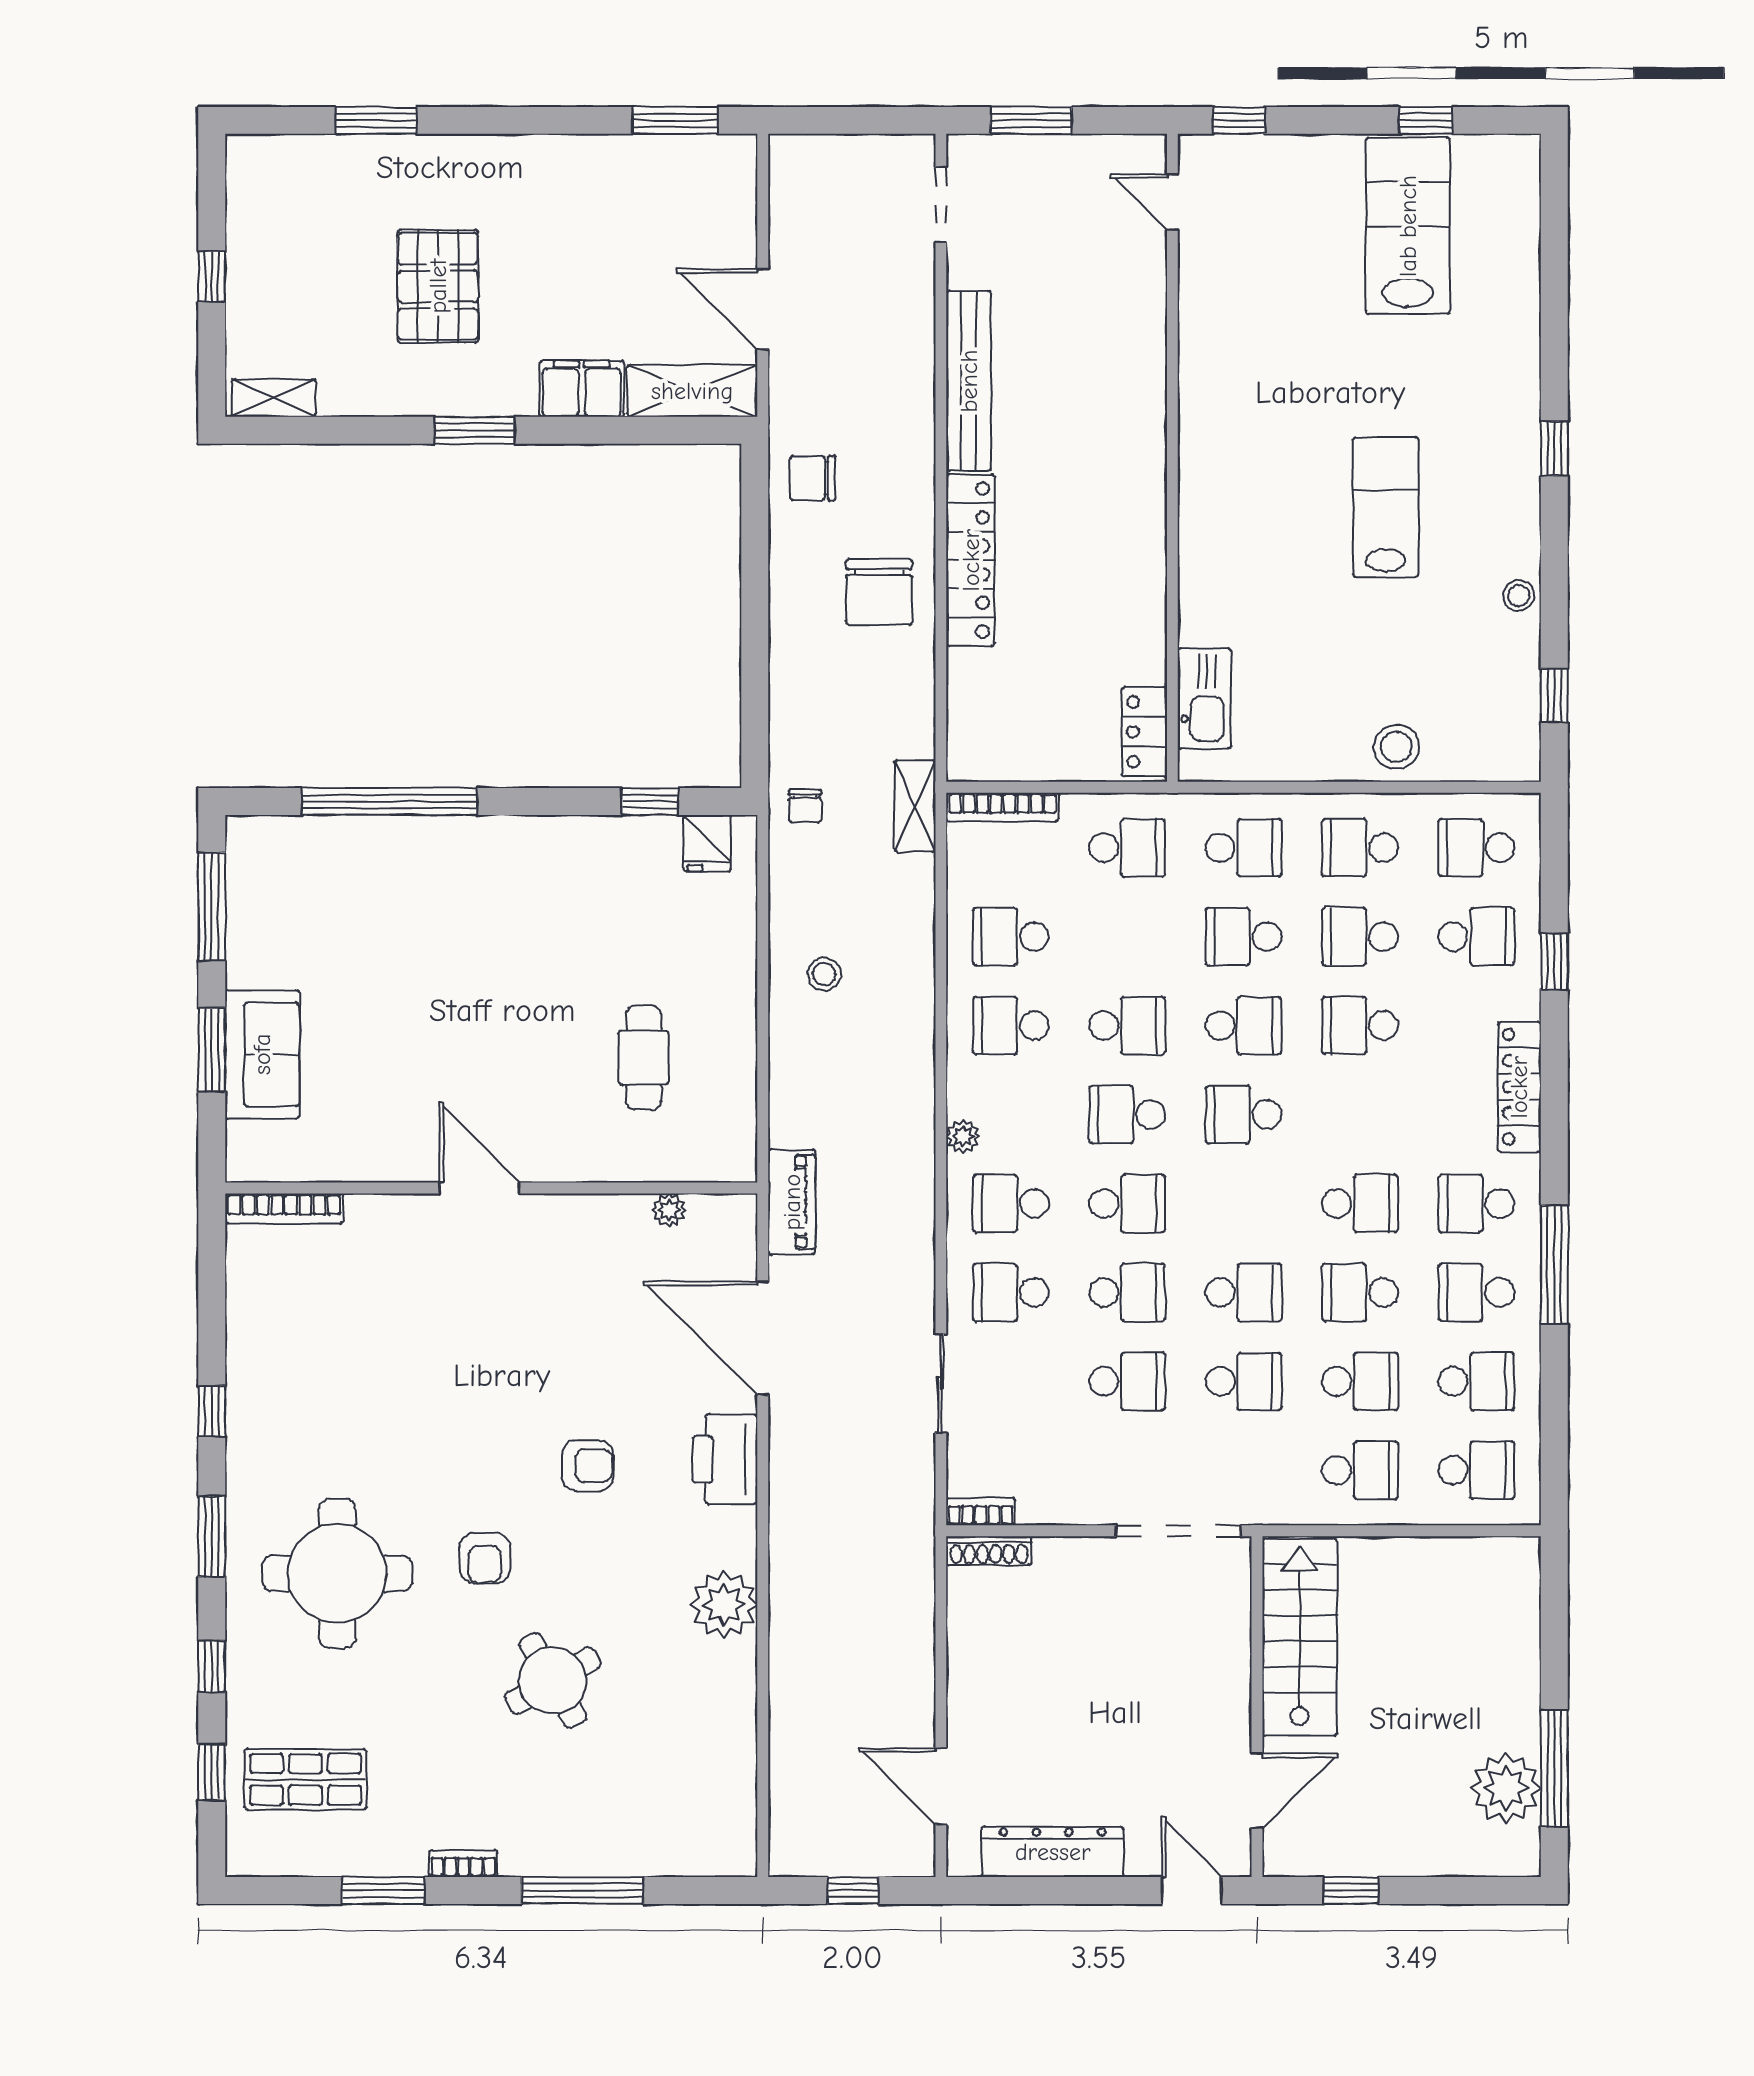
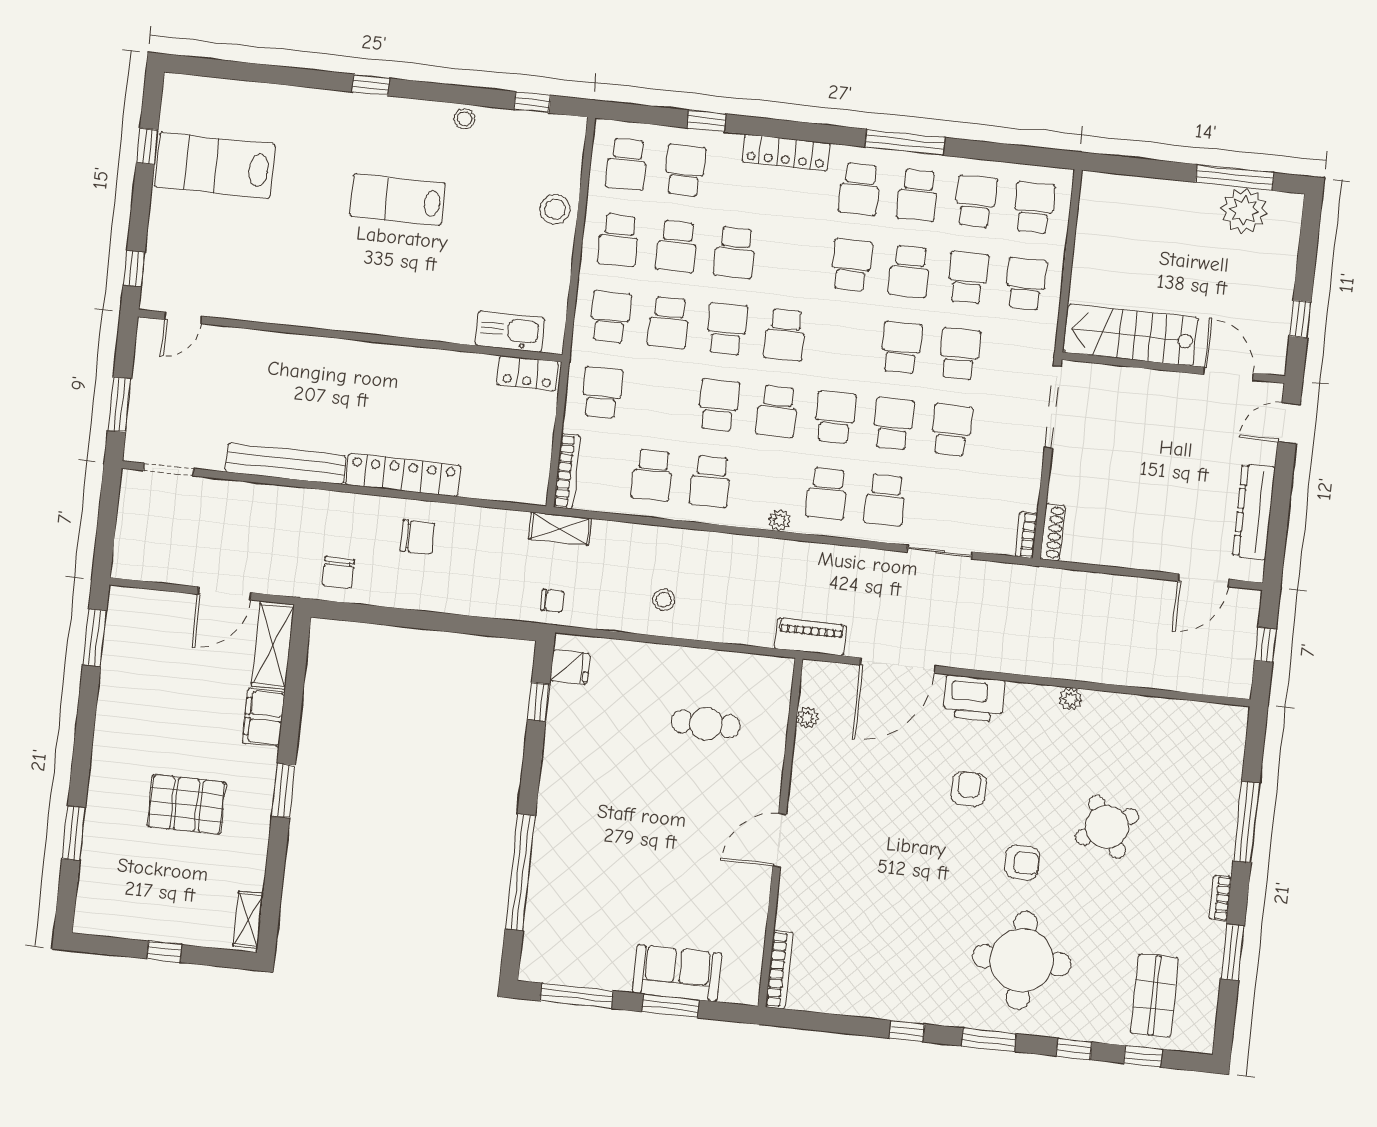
chair: (879, 592) -> (417, 537), width x0.73, depth x0.73
plant: (724, 1605) -> (1070, 699), width x0.53, depth x0.53

